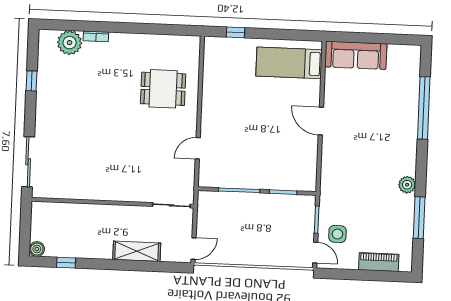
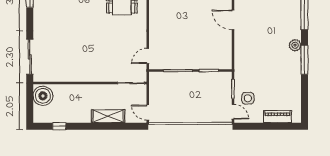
door: (198, 148) -> (148, 56), moved
plant: (407, 185) -> (295, 45), moved
window: (419, 218) -> (304, 60), moved
door: (194, 248) -> (148, 113), swing flipped
boiler: (37, 249) -> (43, 96), moved, width x1.86, depth x1.86

